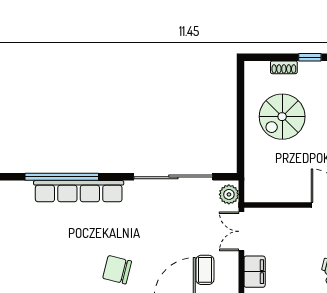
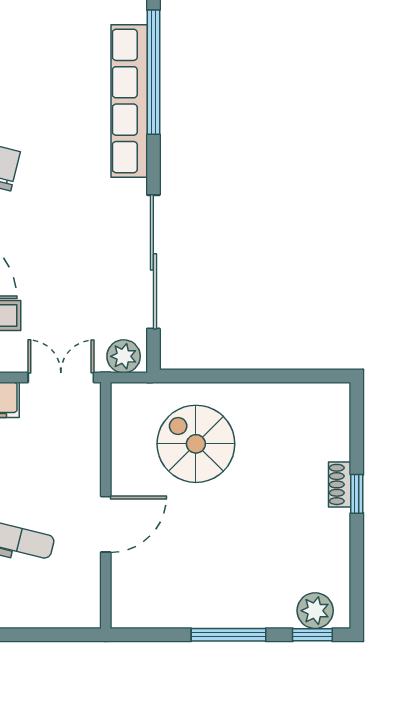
shoe rack: (284, 67) -> (340, 484), moved
spiral stairs: (282, 117) -> (196, 444), moved

